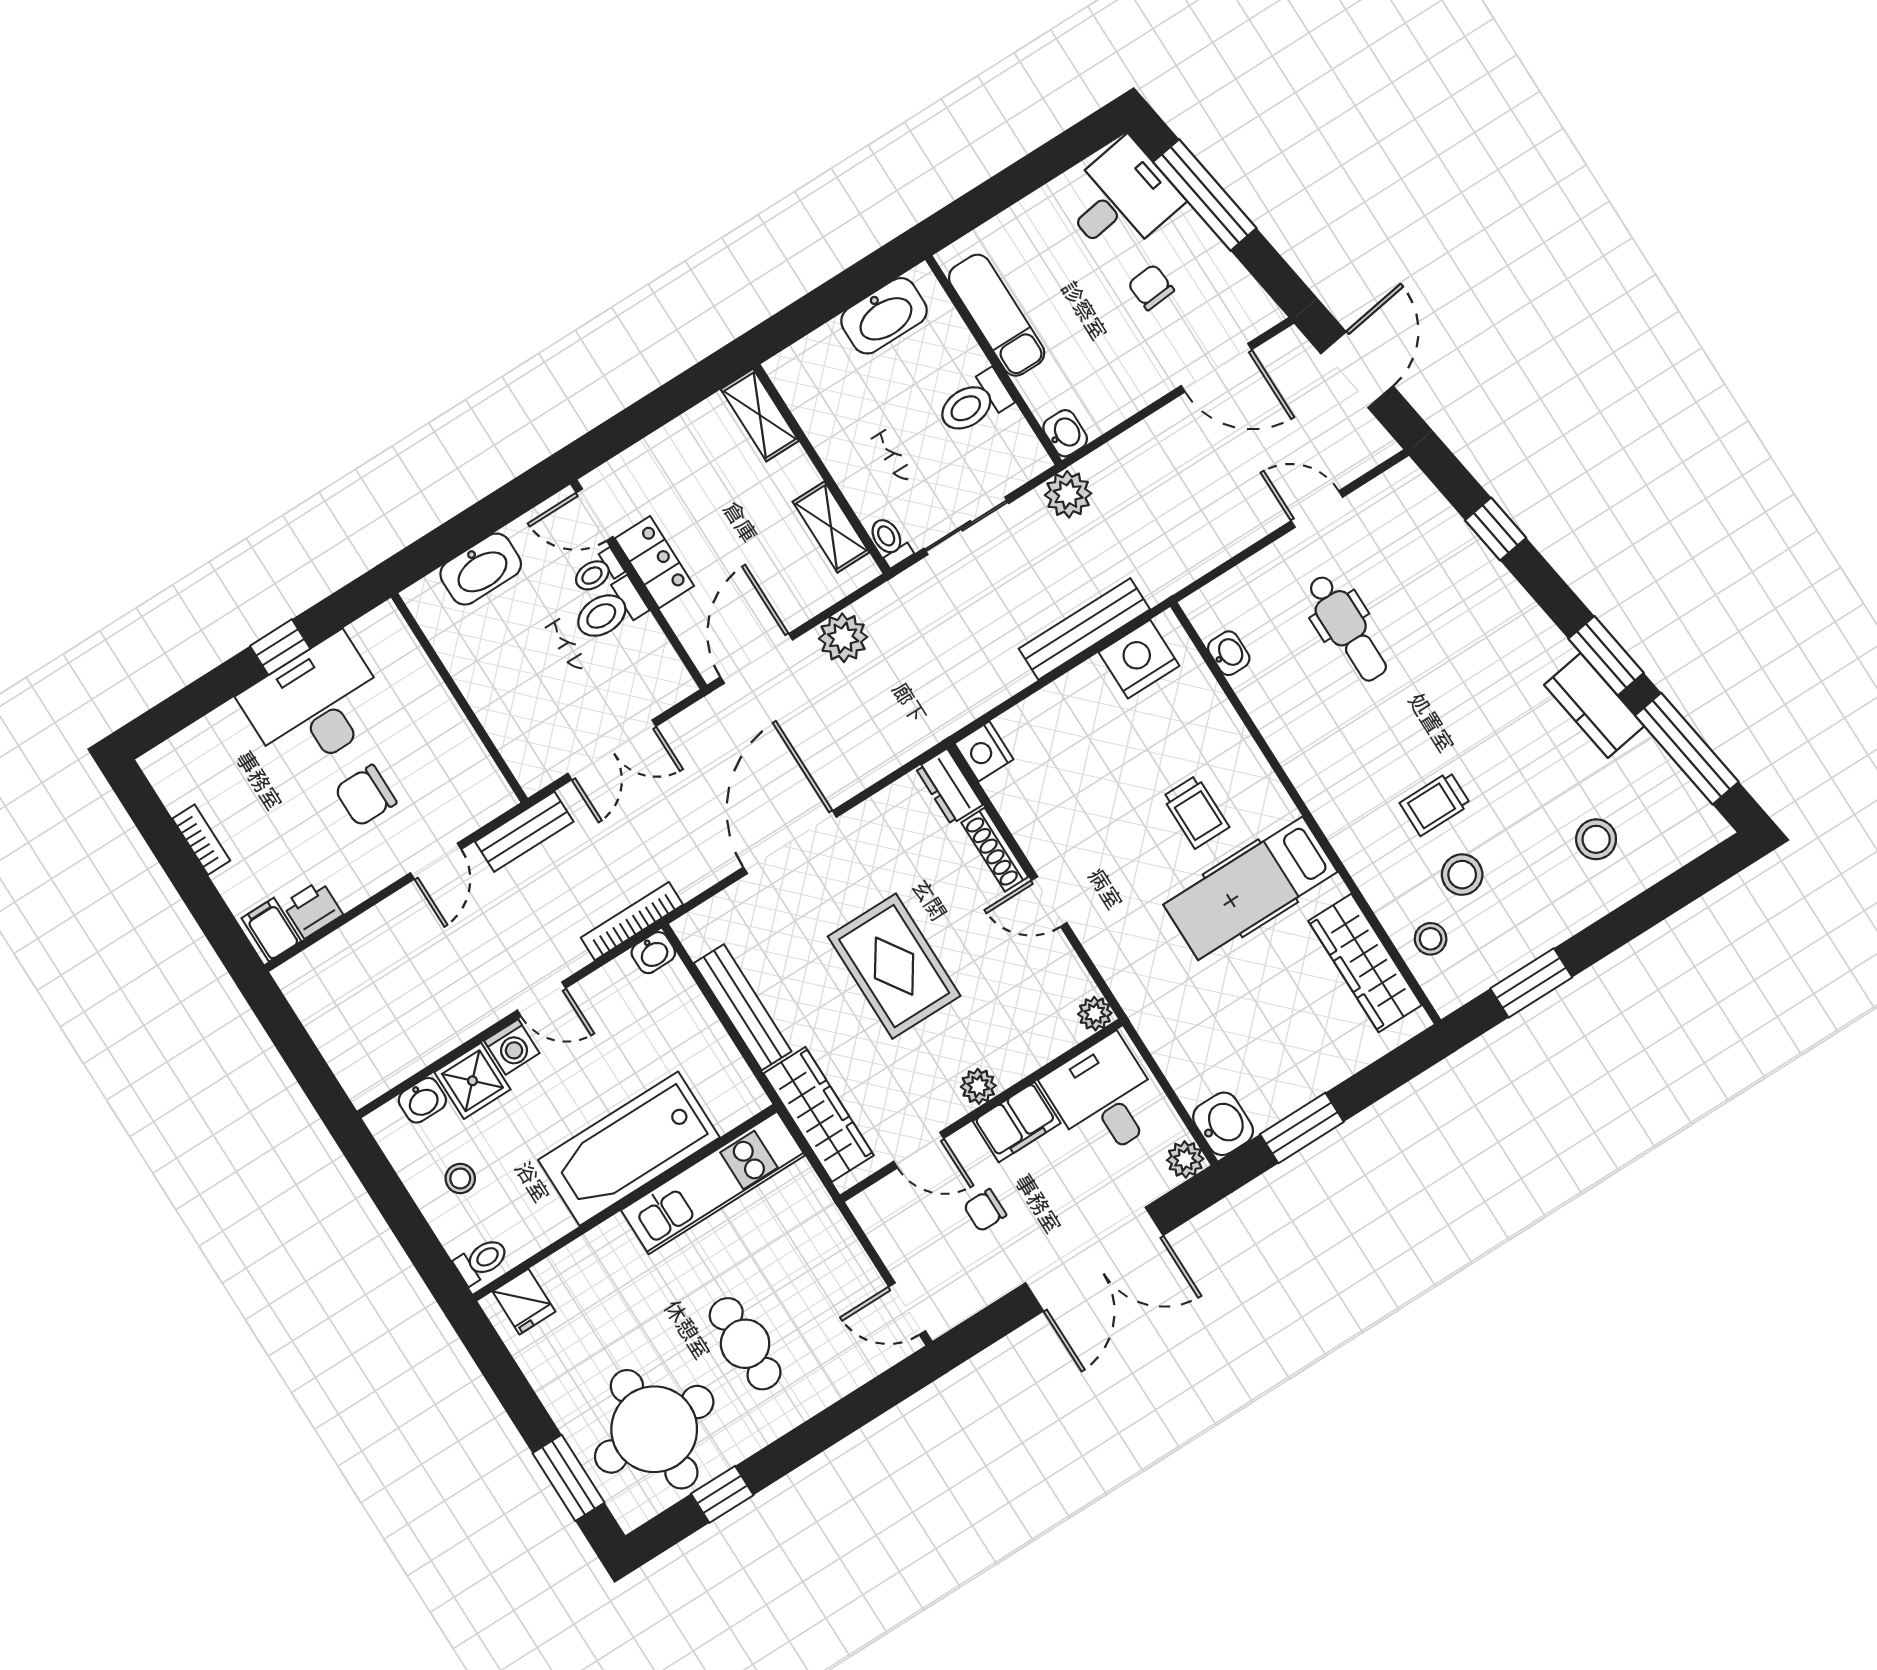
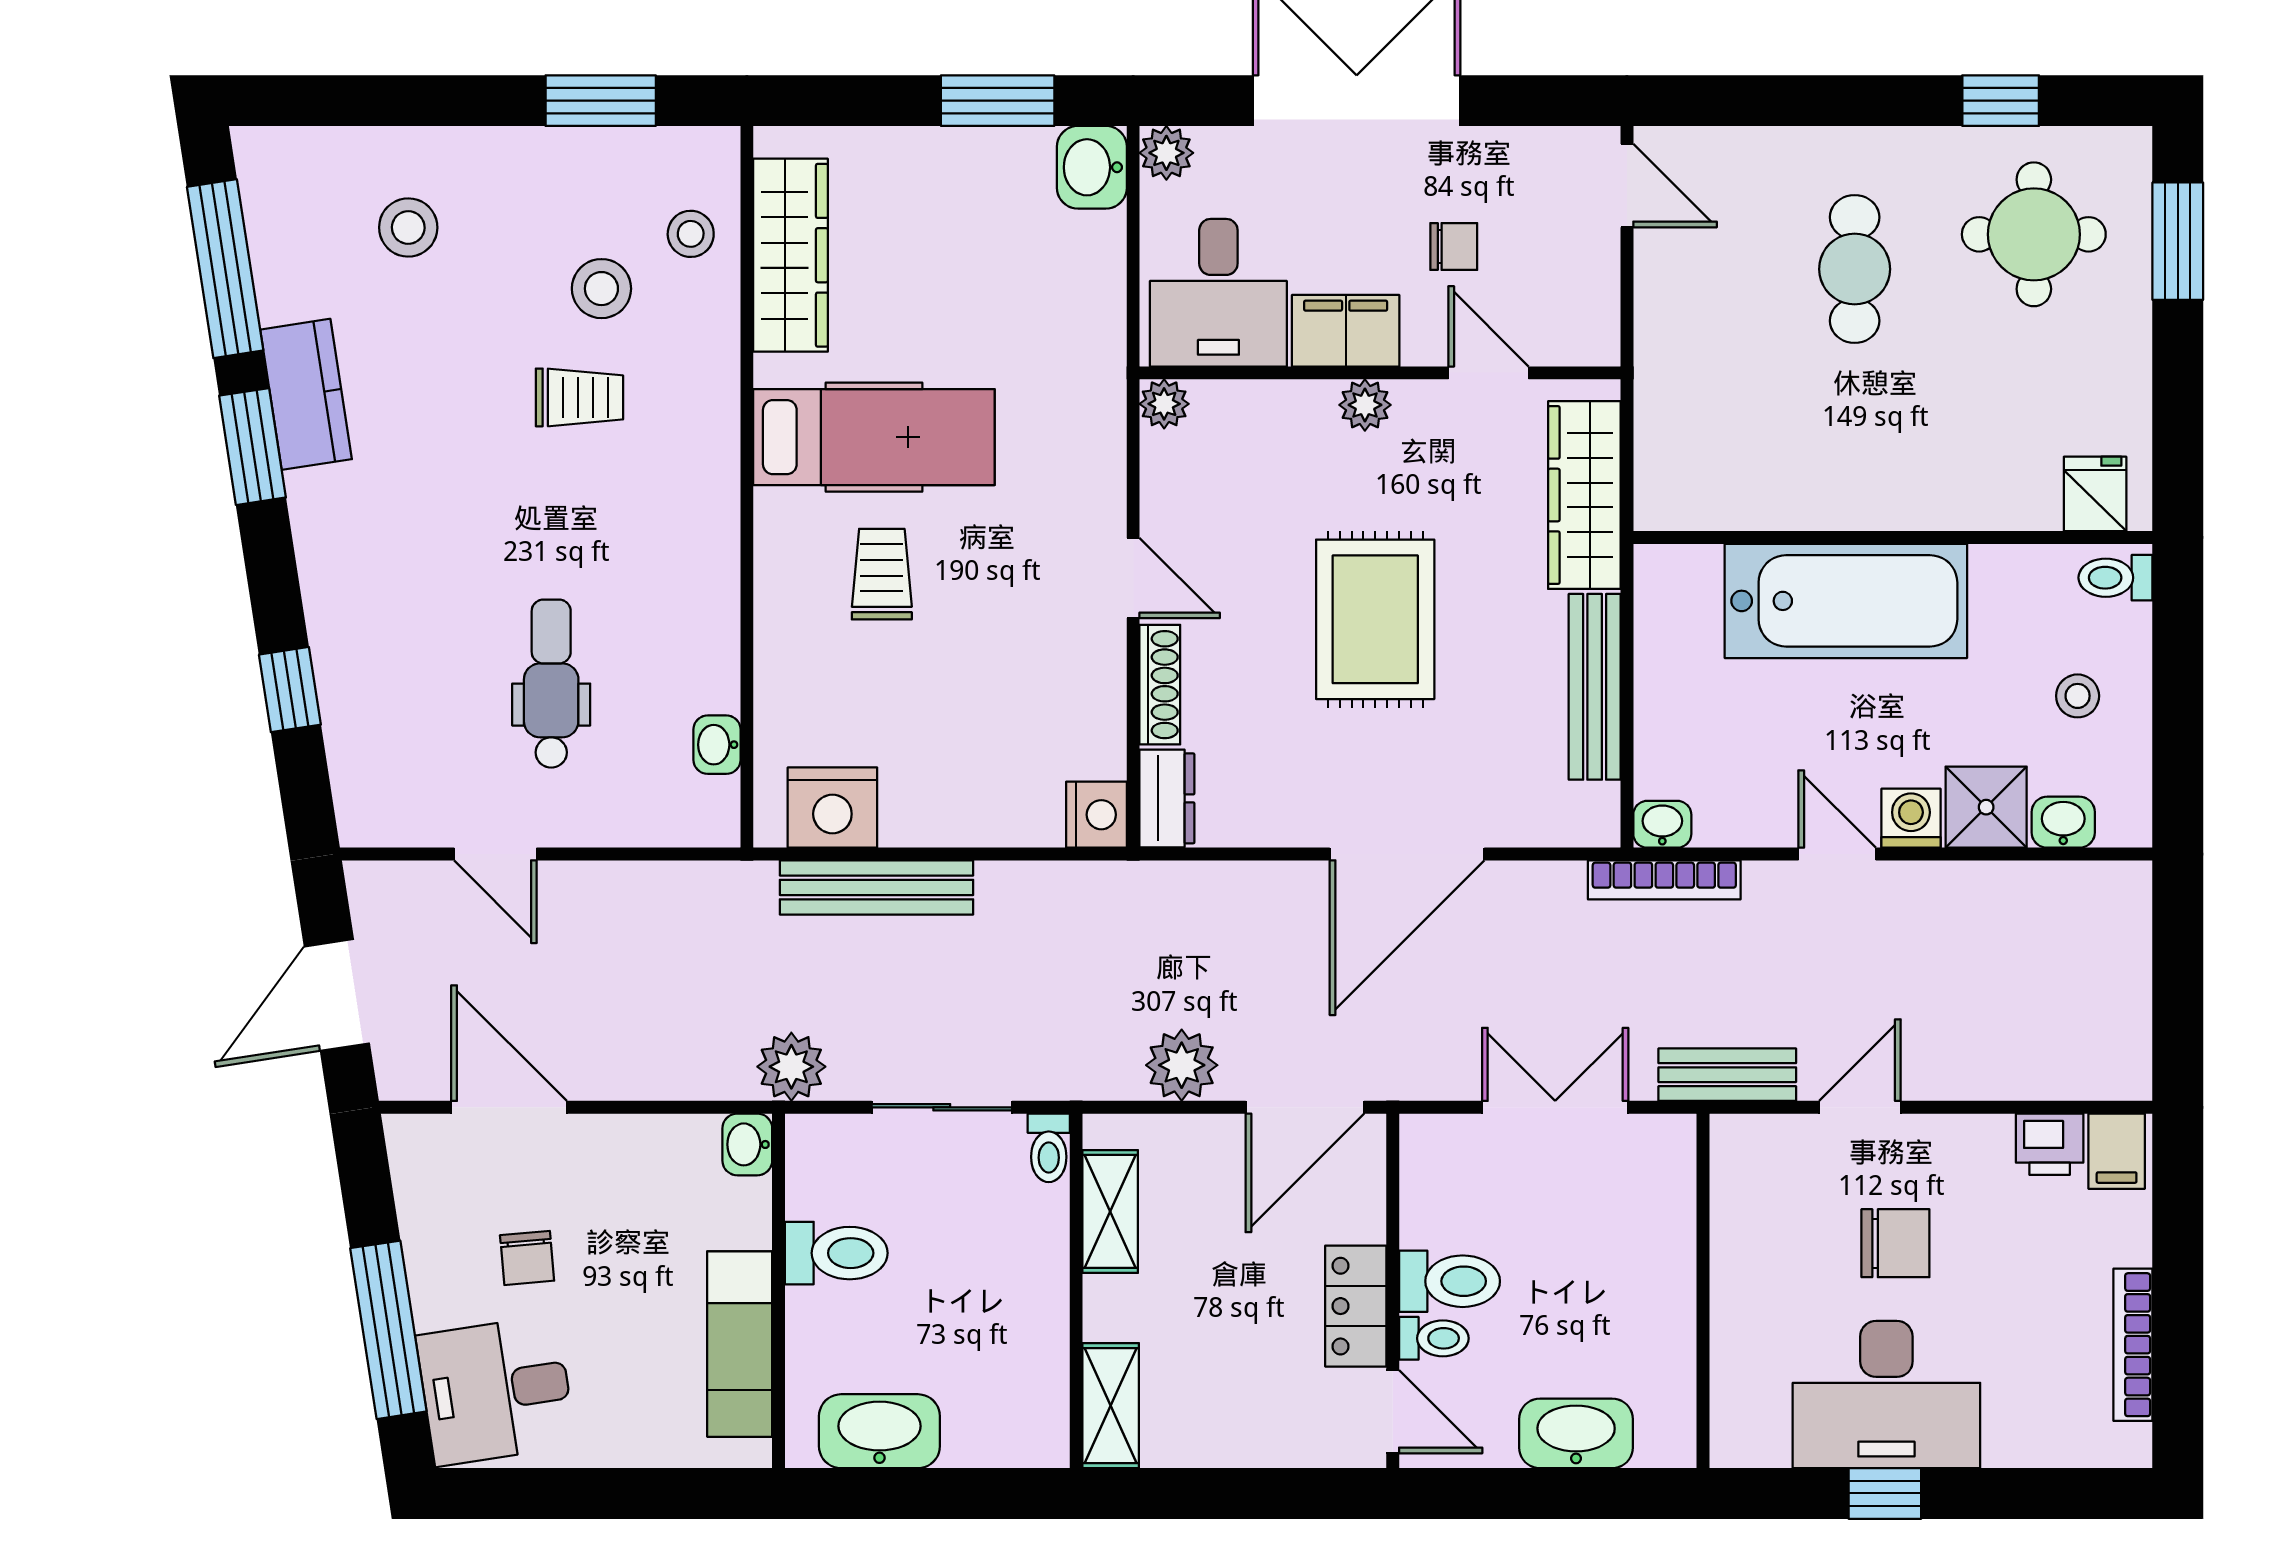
bookcase: (201, 840) -> (2133, 1345), width x1.56
kitchen unit: (713, 1183) -> (1769, 493), removed
round table: (654, 1429) -> (2034, 234), width x0.73, depth x0.73

